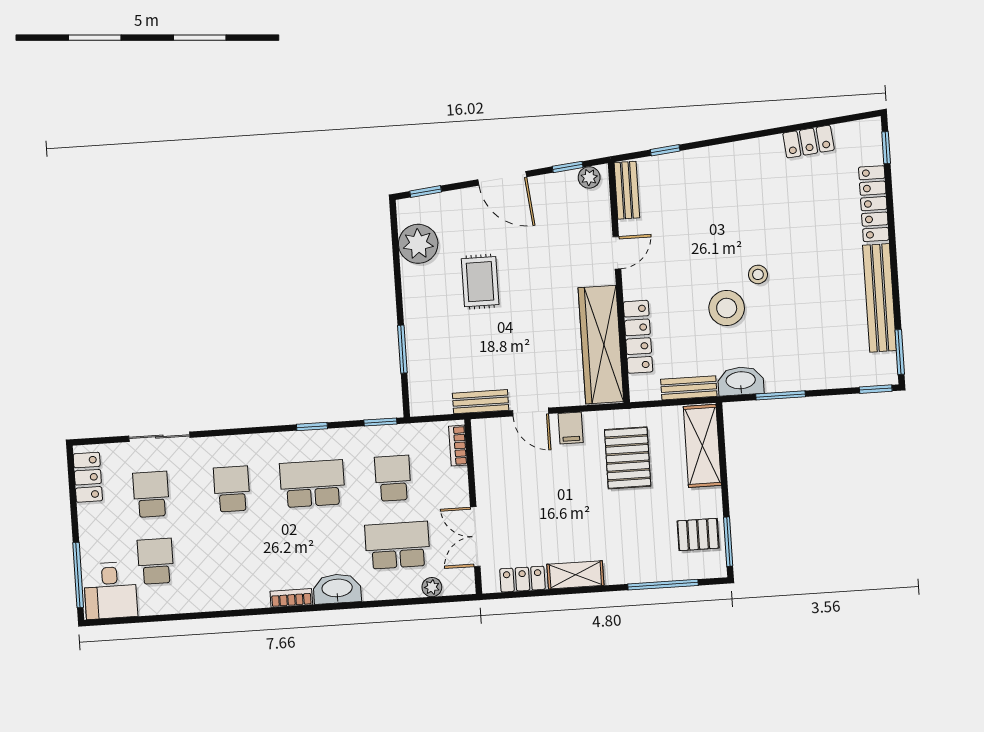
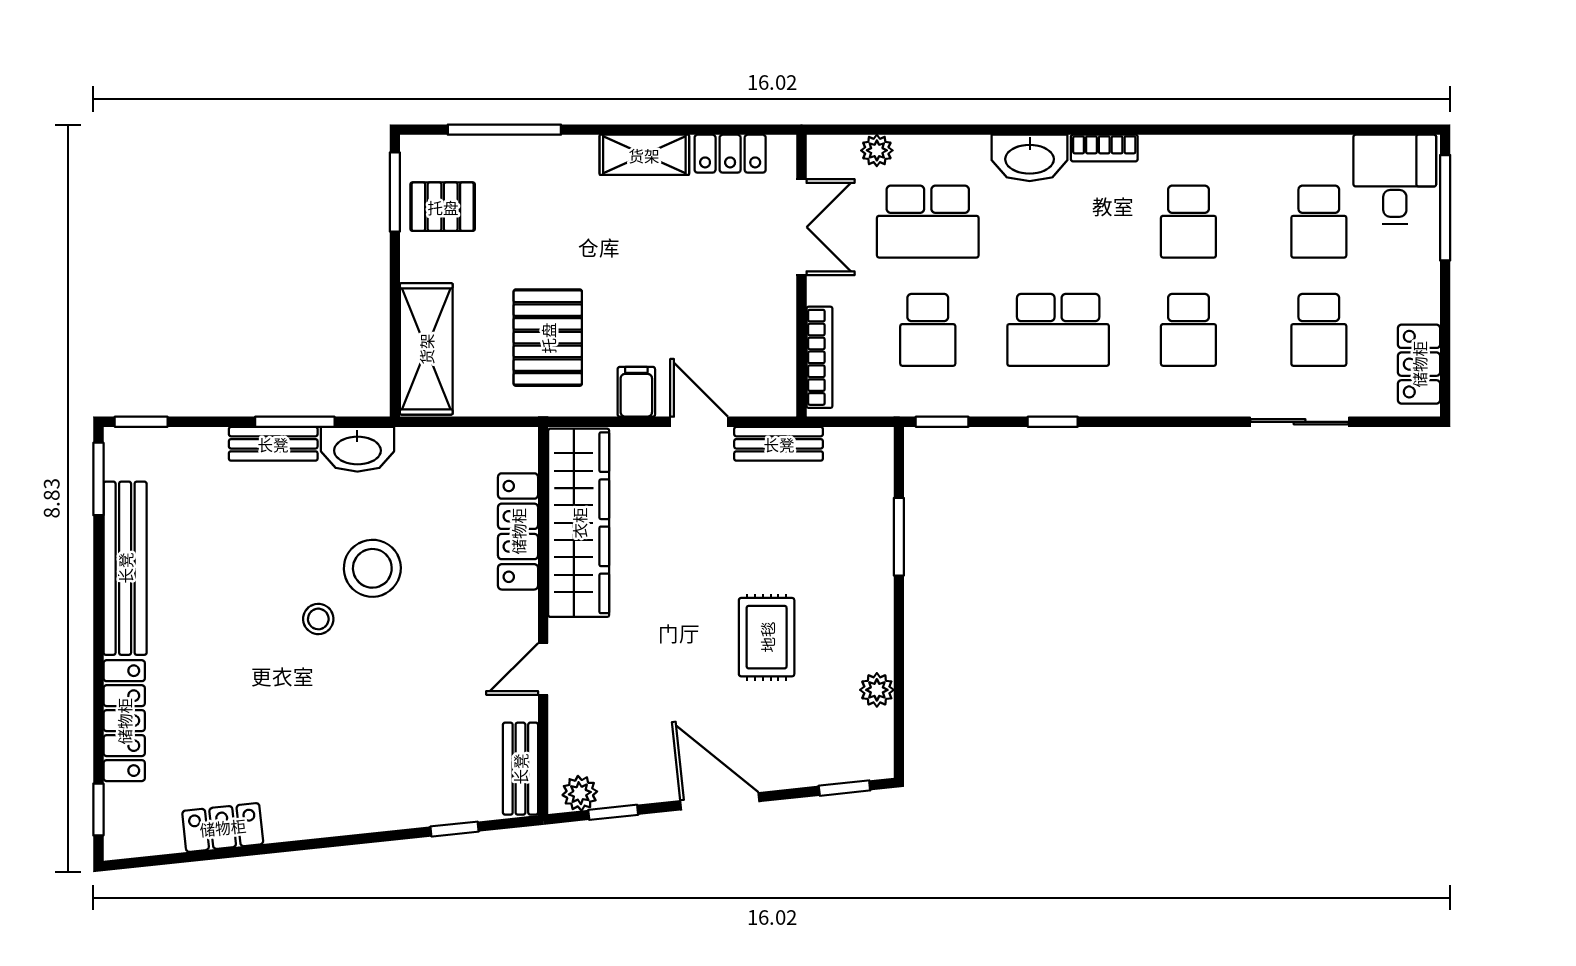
plant: (418, 244) -> (877, 690), width x0.53, depth x0.53
bench: (689, 388) -> (273, 444), moved
bookcase: (458, 446) -> (819, 357), width x1.56
school desk: (236, 556) -> (1188, 222), added

